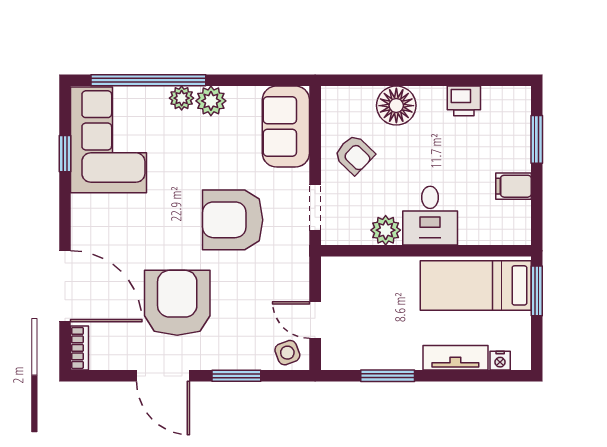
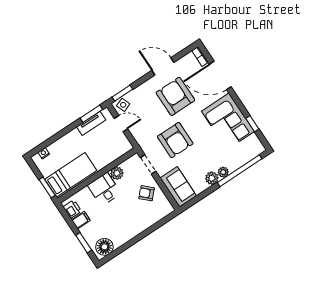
printer: (464, 101) -> (72, 209), moved, turned 90
floor lamp: (396, 106) -> (104, 247), moved
corner sofa: (109, 140) -> (228, 121), moved
armchair: (233, 220) -> (175, 140), turned 90
armchair: (177, 303) -> (175, 96), turned 180
tv unit: (455, 358) -> (91, 123), moved
window: (236, 376) -> (122, 93), moved
window: (388, 376) -> (91, 114), moved

